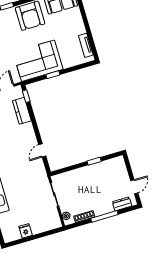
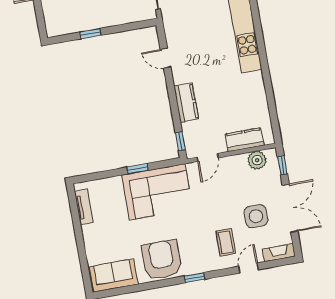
kitchen counter: (22, 111) -> (186, 103), moved
door: (42, 150) -> (166, 58), swing flipped

